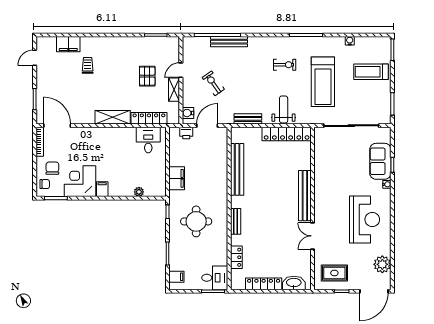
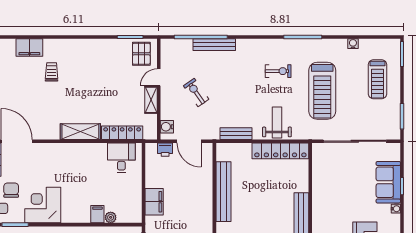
treadmill: (371, 72) -> (378, 79), turned -90
pallet: (147, 76) -> (141, 54), moved
door: (207, 126) -> (189, 141), swing flipped
filing cabinet: (102, 189) -> (97, 214), moved

